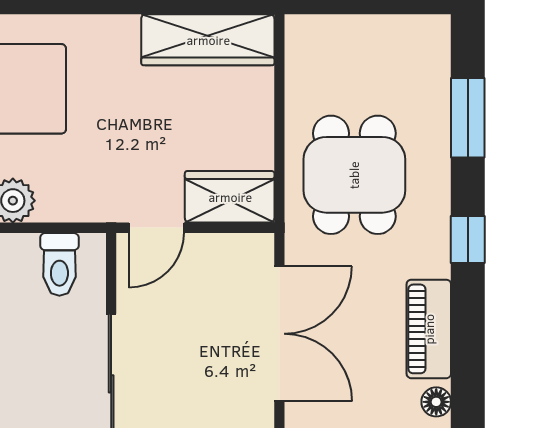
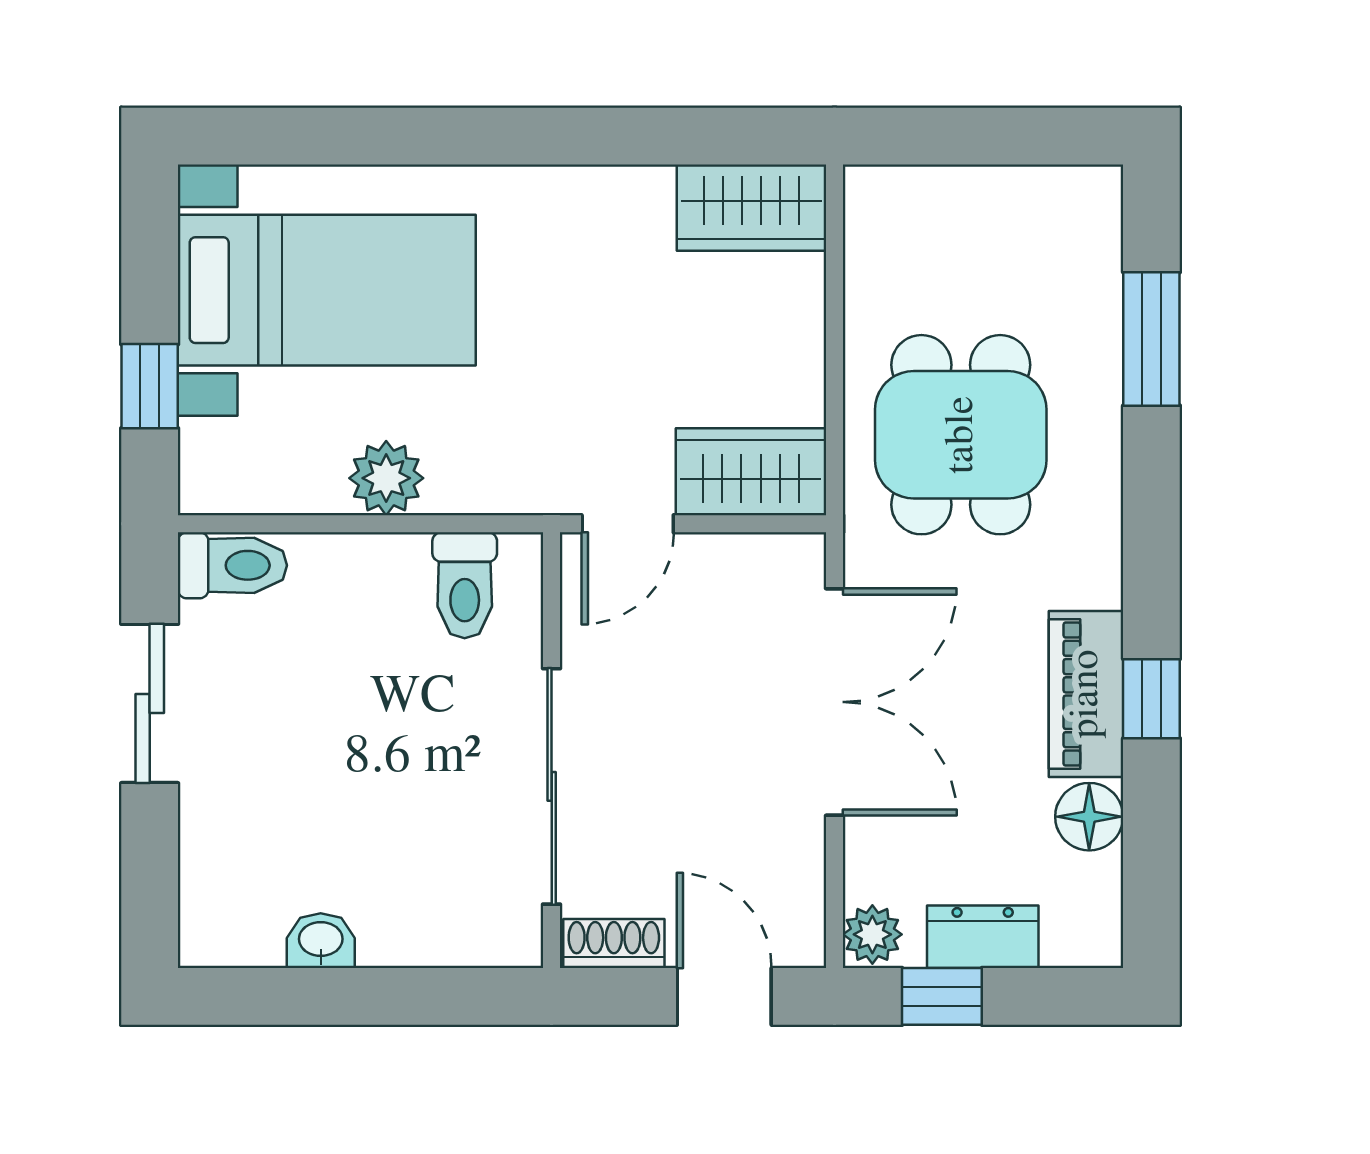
wardrobe: (208, 40) -> (751, 208), width x0.67
window: (468, 239) -> (1151, 699), moved
floor lamp: (436, 402) -> (1089, 817), width x1.37, depth x1.37

